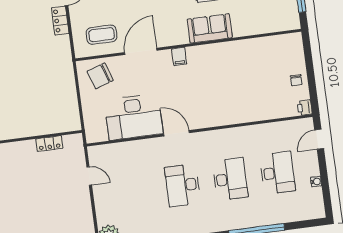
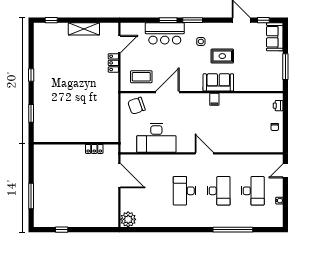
filing cabinet: (179, 56) -> (214, 99), moved
printer: (305, 108) -> (278, 106), moved
door: (176, 133) -> (204, 153), moved
door: (89, 176) -> (119, 176), width x1.87

